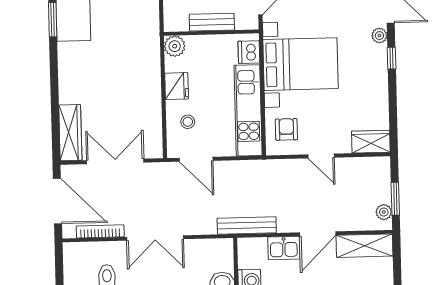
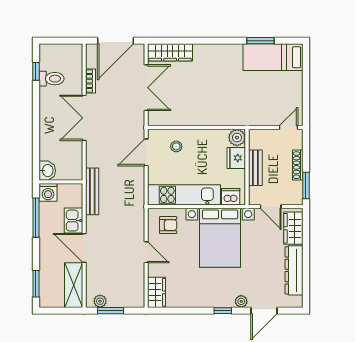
fridge: (177, 86) -> (236, 158), moved, turned 90
door: (321, 156) -> (146, 252), swing flipped
bookcase: (100, 231) -> (91, 81), width x0.64

